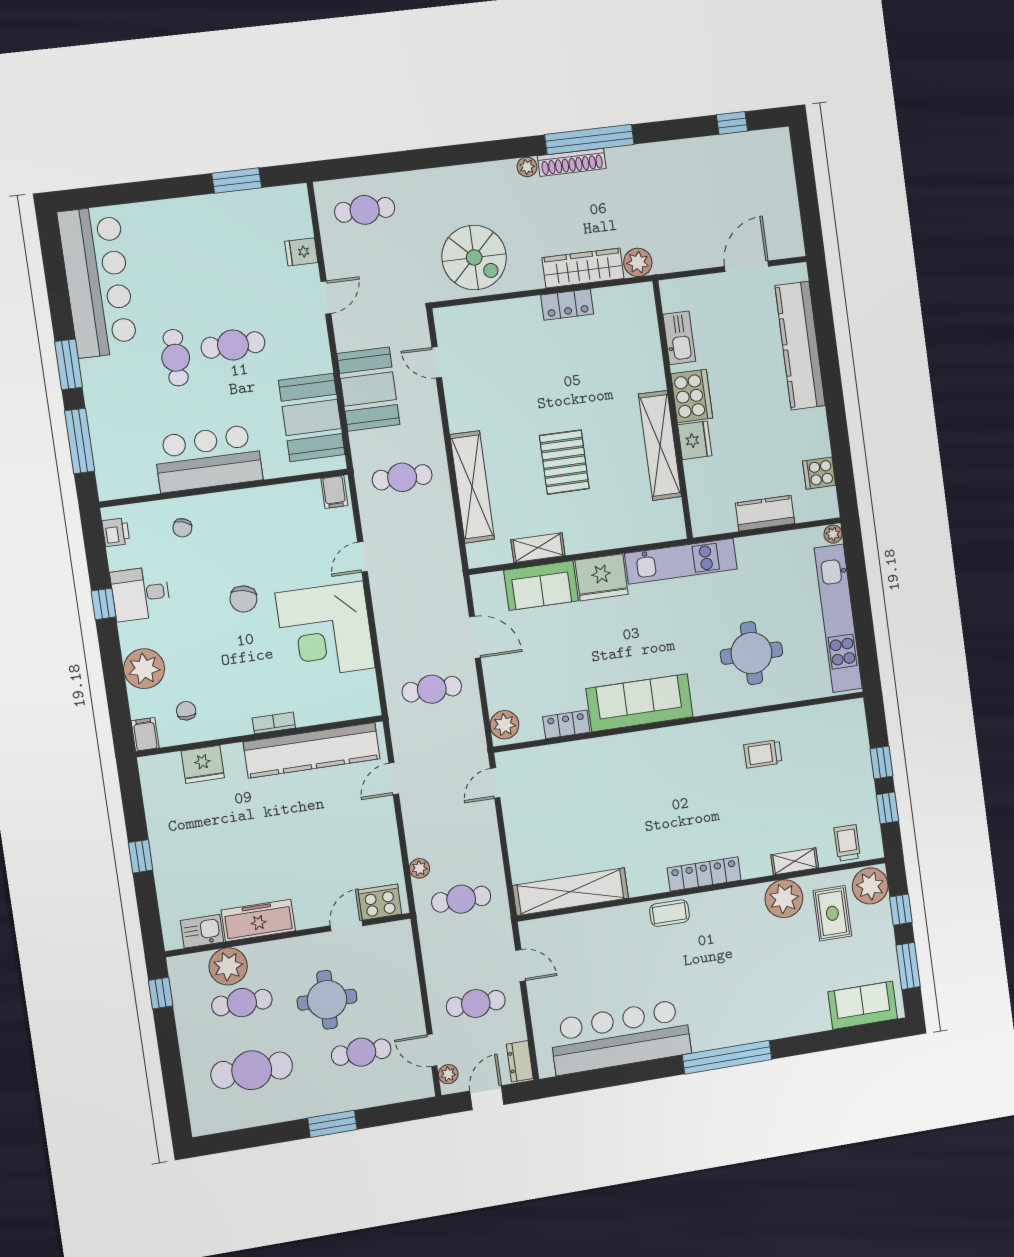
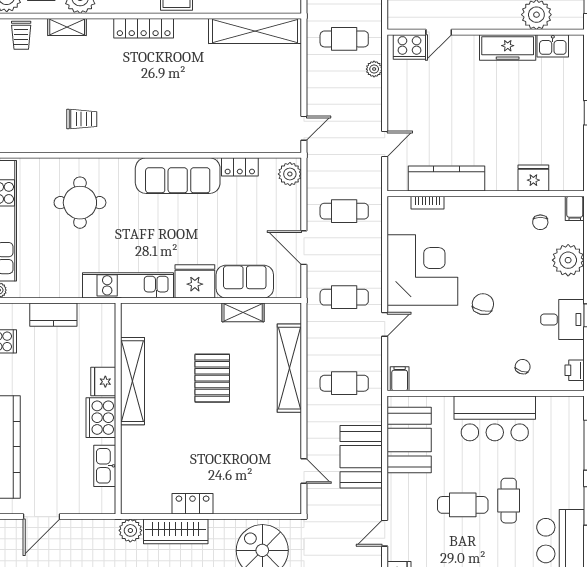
cafe table: (417, 583) -> (344, 297), added
bookcase: (274, 723) -> (428, 203), moved
kitchen counter: (312, 750) -> (446, 178), width x0.72, depth x0.86

